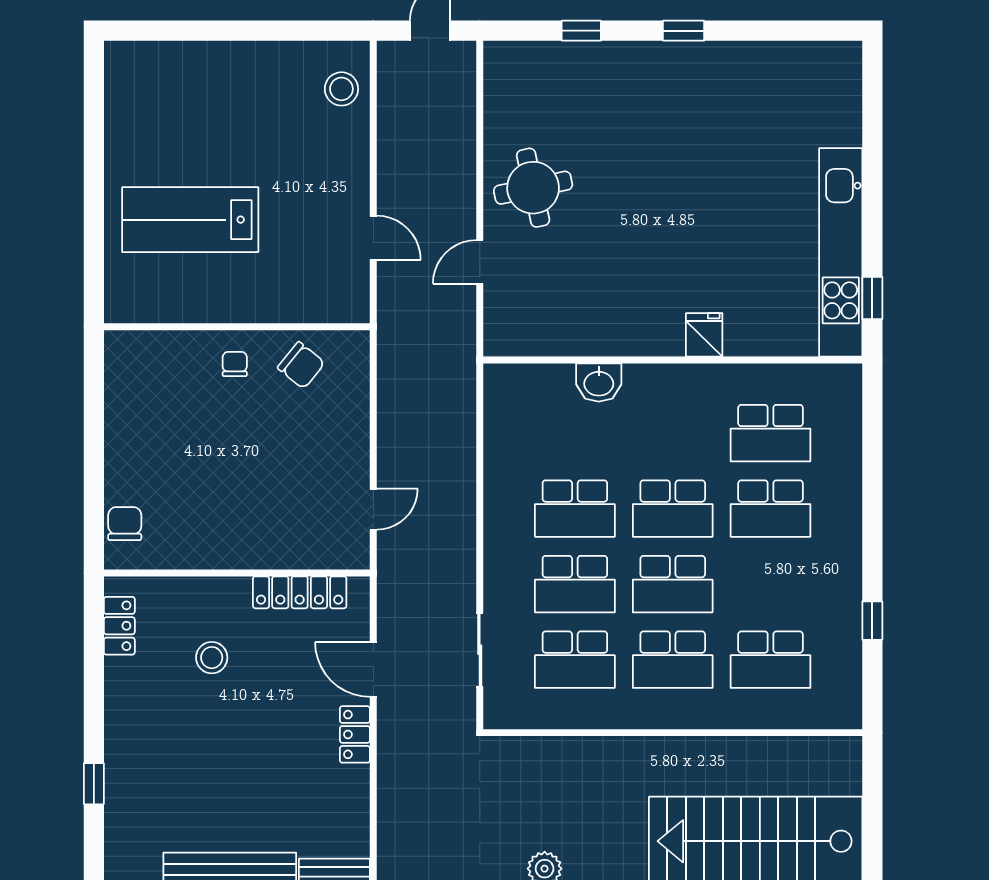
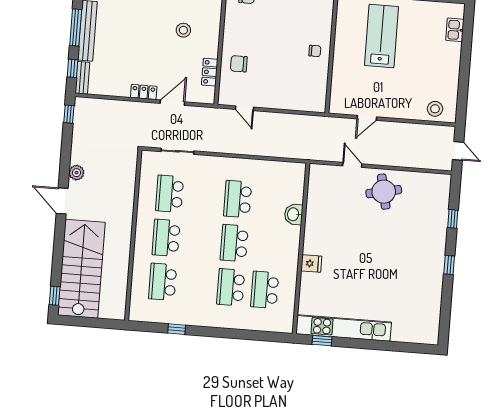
kitchen sink: (164, 59) -> (455, 30), added
chair: (301, 365) -> (239, 64), moved, turned 51
school desk: (575, 584) -> (204, 196), removed
school desk: (673, 584) -> (200, 240), removed
locker: (300, 592) -> (210, 72), width x0.66

